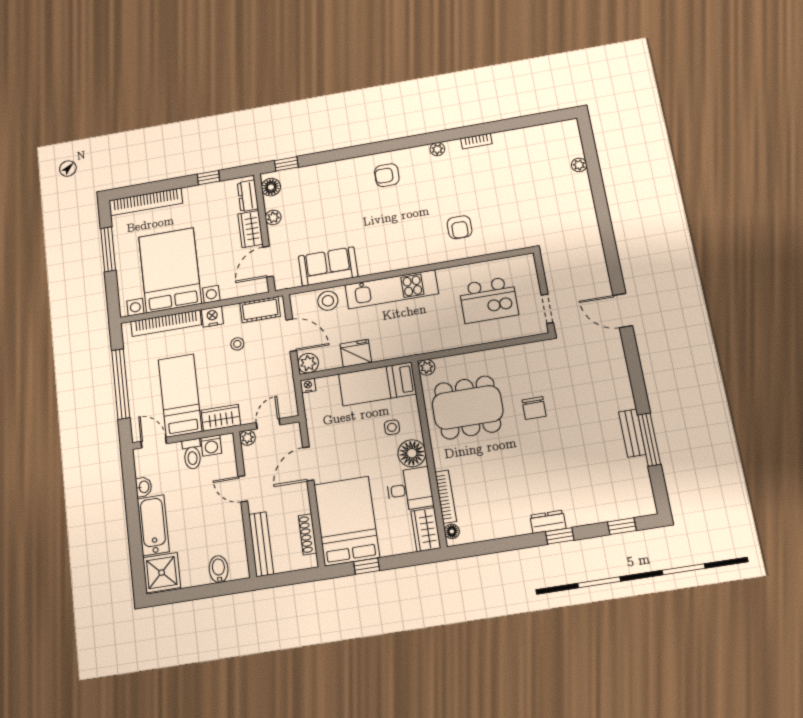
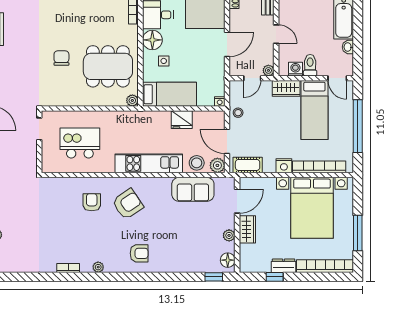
dresser: (248, 196) -> (284, 266), moved, turned -90
armchair: (411, 233) -> (128, 204), added
stool: (237, 344) -> (238, 113), moved
plant: (308, 363) -> (217, 165), moved

